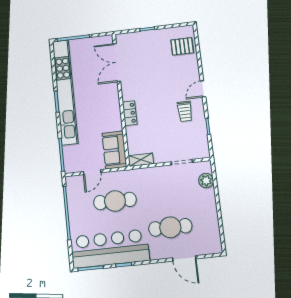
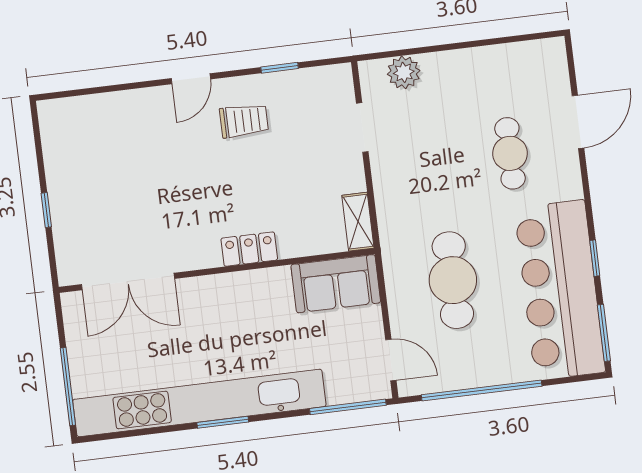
pallet: (182, 46) -> (89, 127), removed
door: (203, 89) -> (191, 79), hinge flipped
door: (92, 172) -> (391, 360), moved
cafe table: (170, 227) -> (510, 153), width x0.73, depth x0.74

